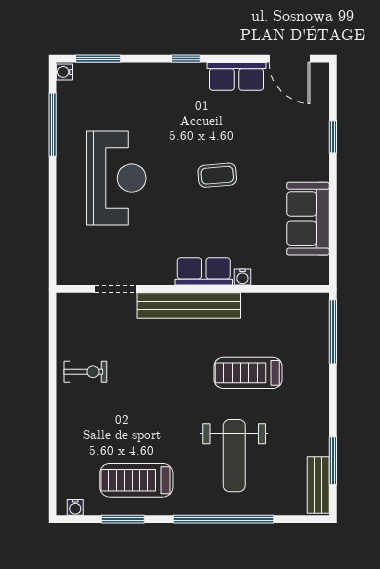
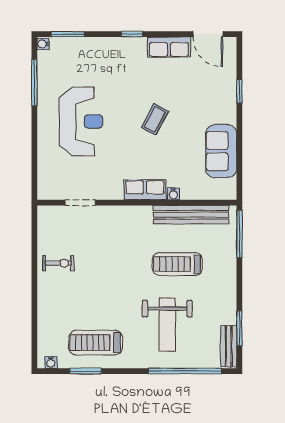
coffee table: (217, 175) -> (155, 119), turned -57
bench: (189, 305) -> (191, 215), moved
window: (223, 519) -> (185, 371), moved

